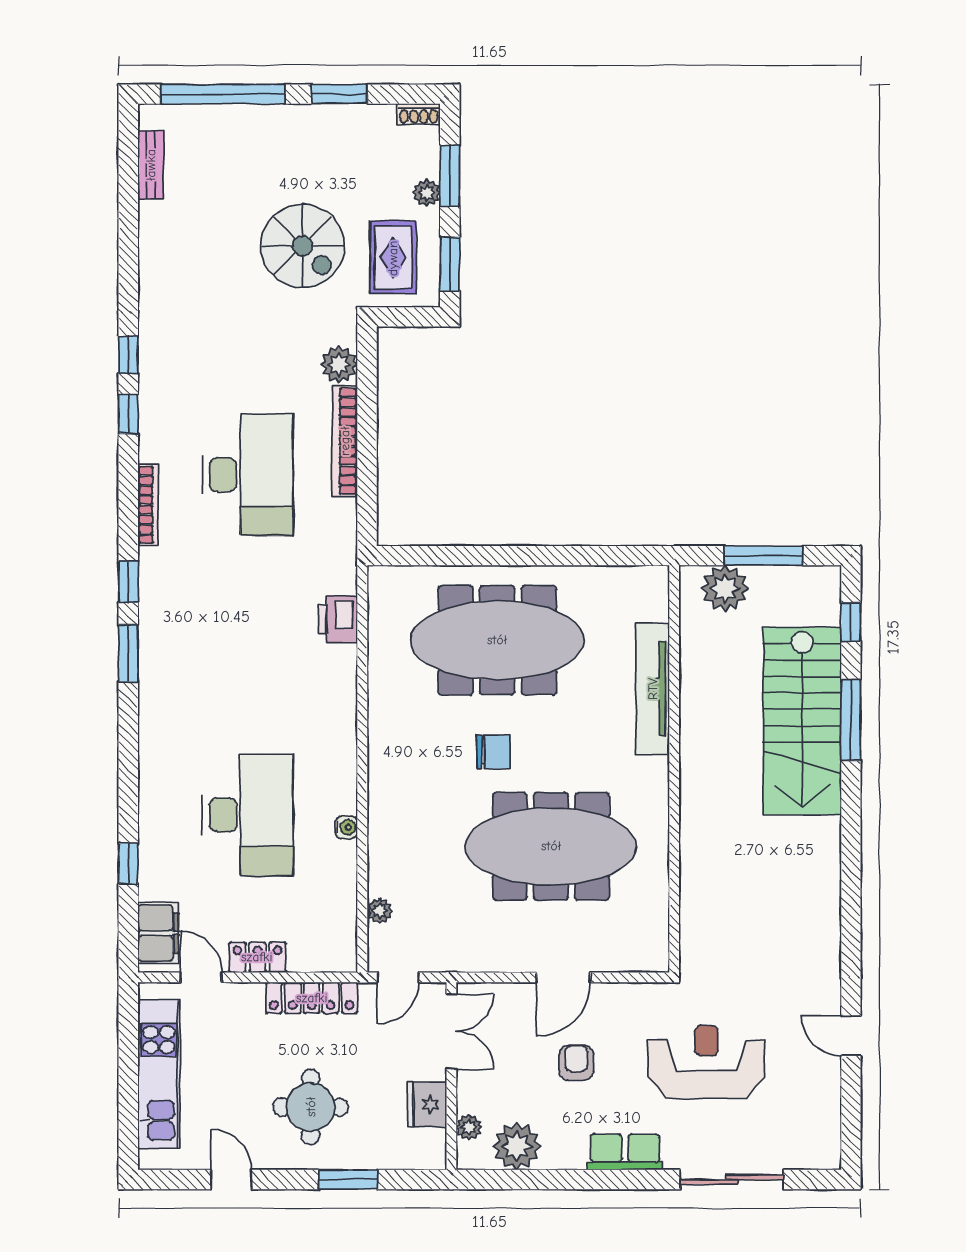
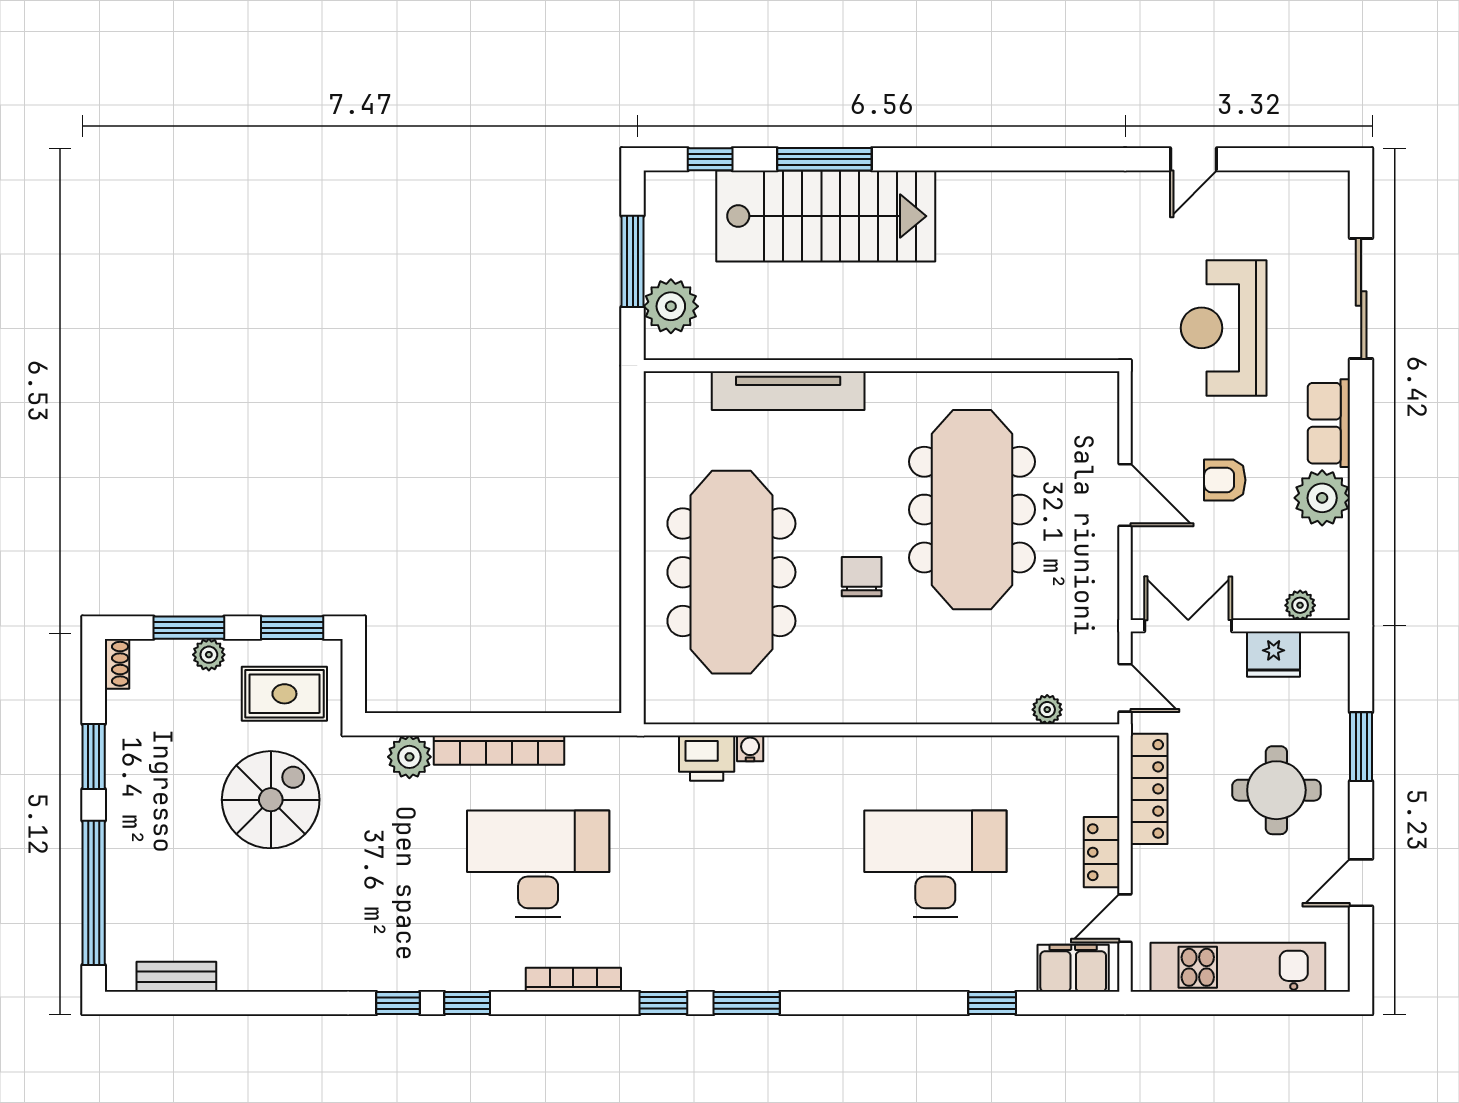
water cooler: (346, 827) -> (750, 748), moved
plant: (517, 1146) -> (1322, 498), moved

